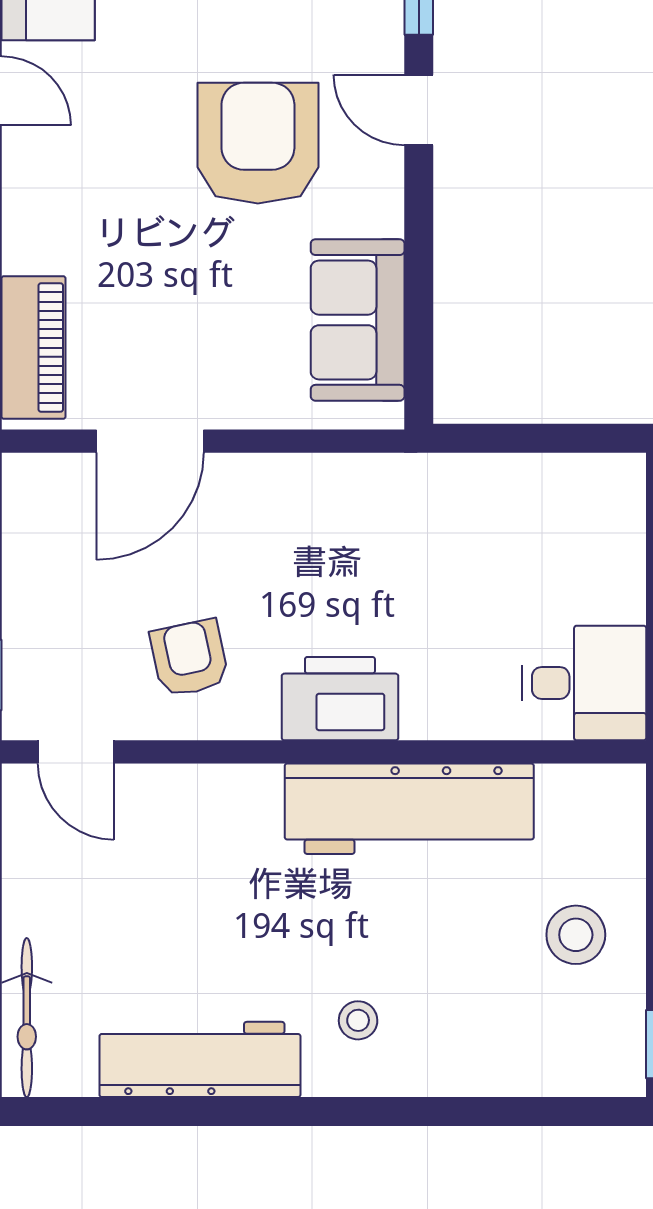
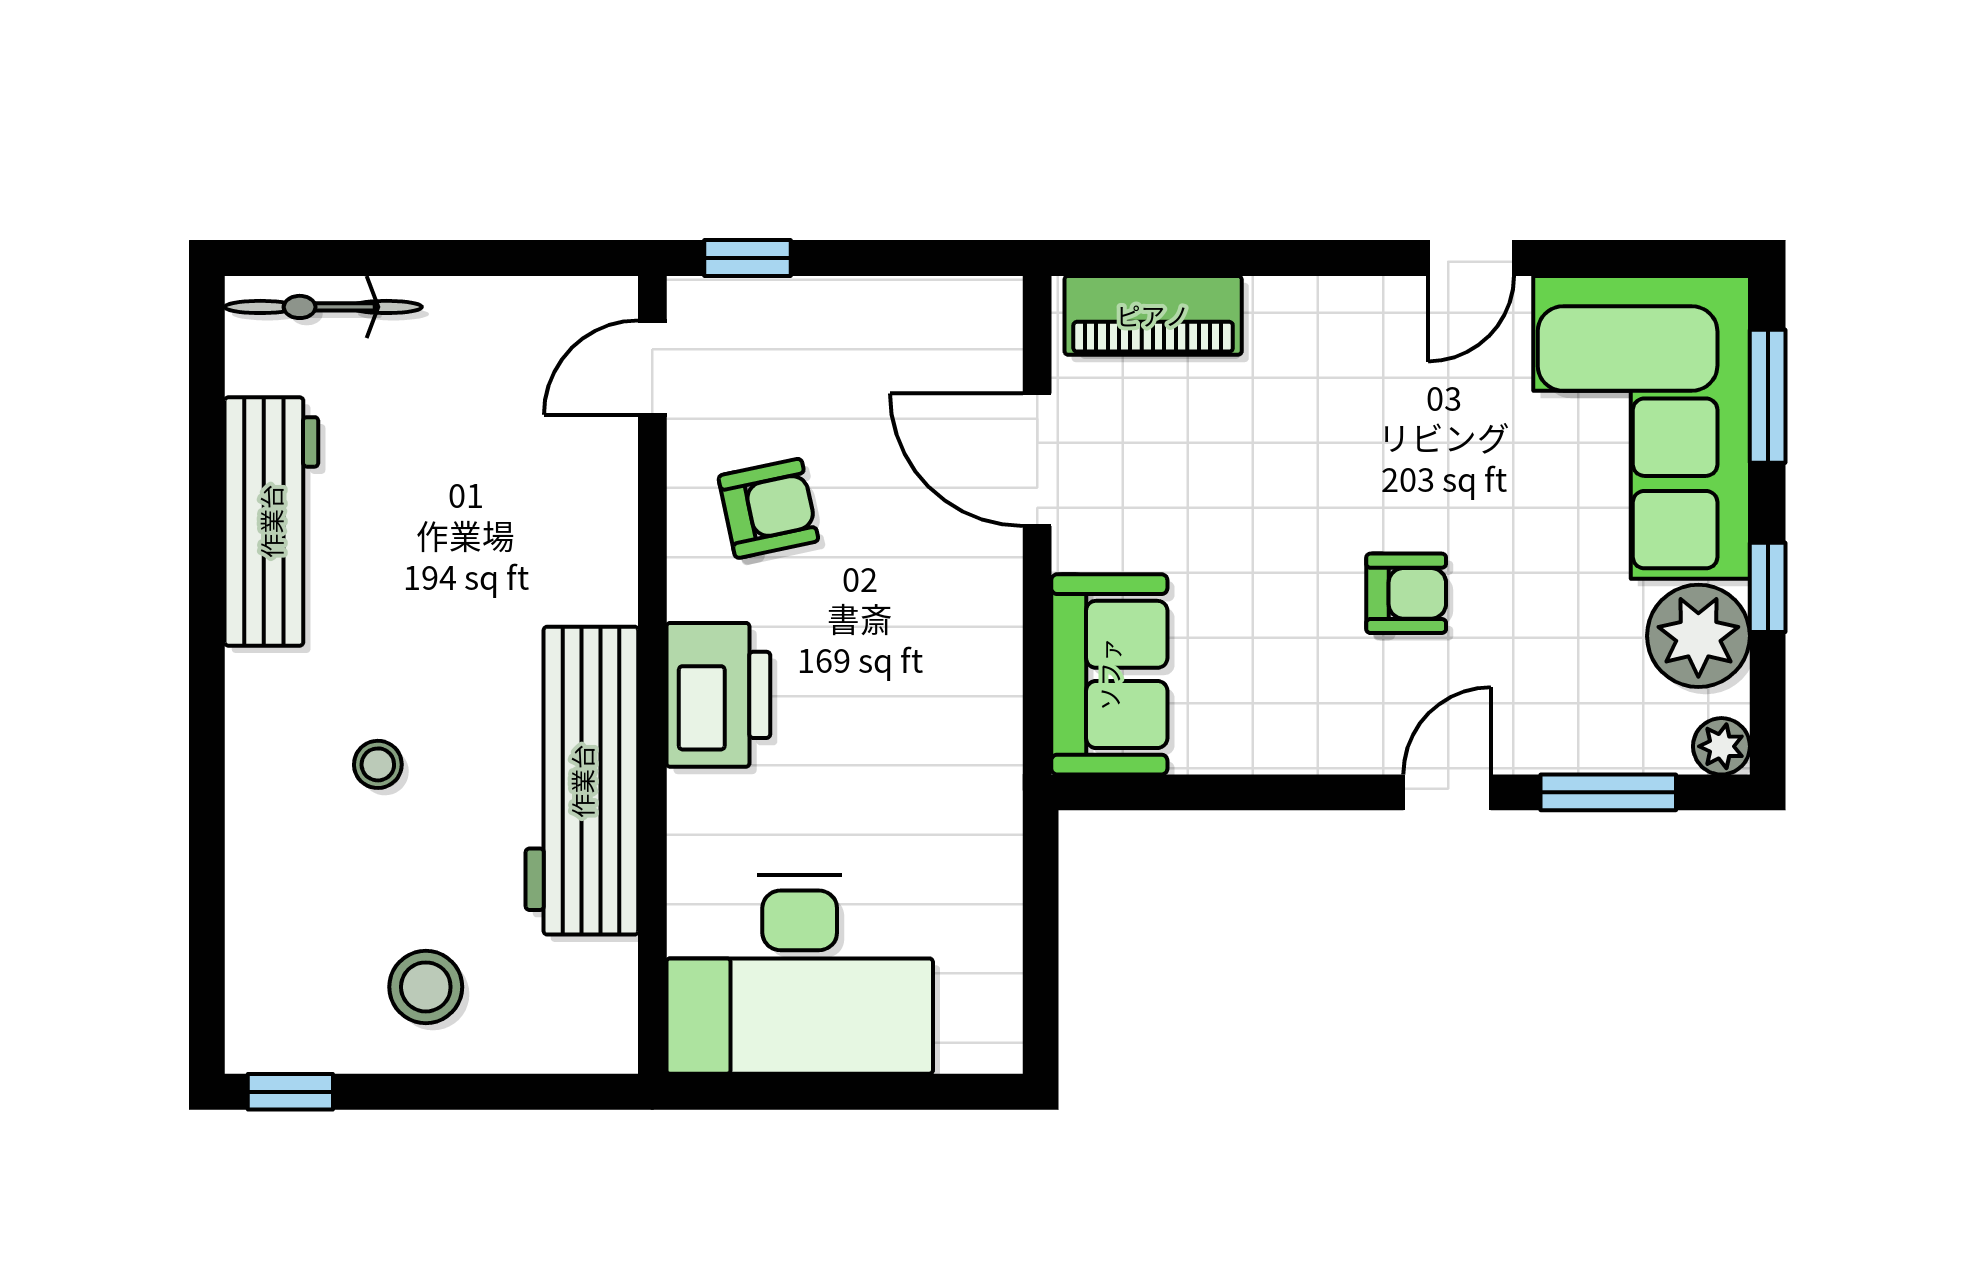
armchair: (258, 143) -> (1406, 593), width x0.53, depth x0.53
sofa: (358, 320) -> (1109, 674), moved, turned 90
desk: (584, 683) -> (800, 974), width x1.87, depth x1.30
stool: (358, 1020) -> (378, 764), moved

